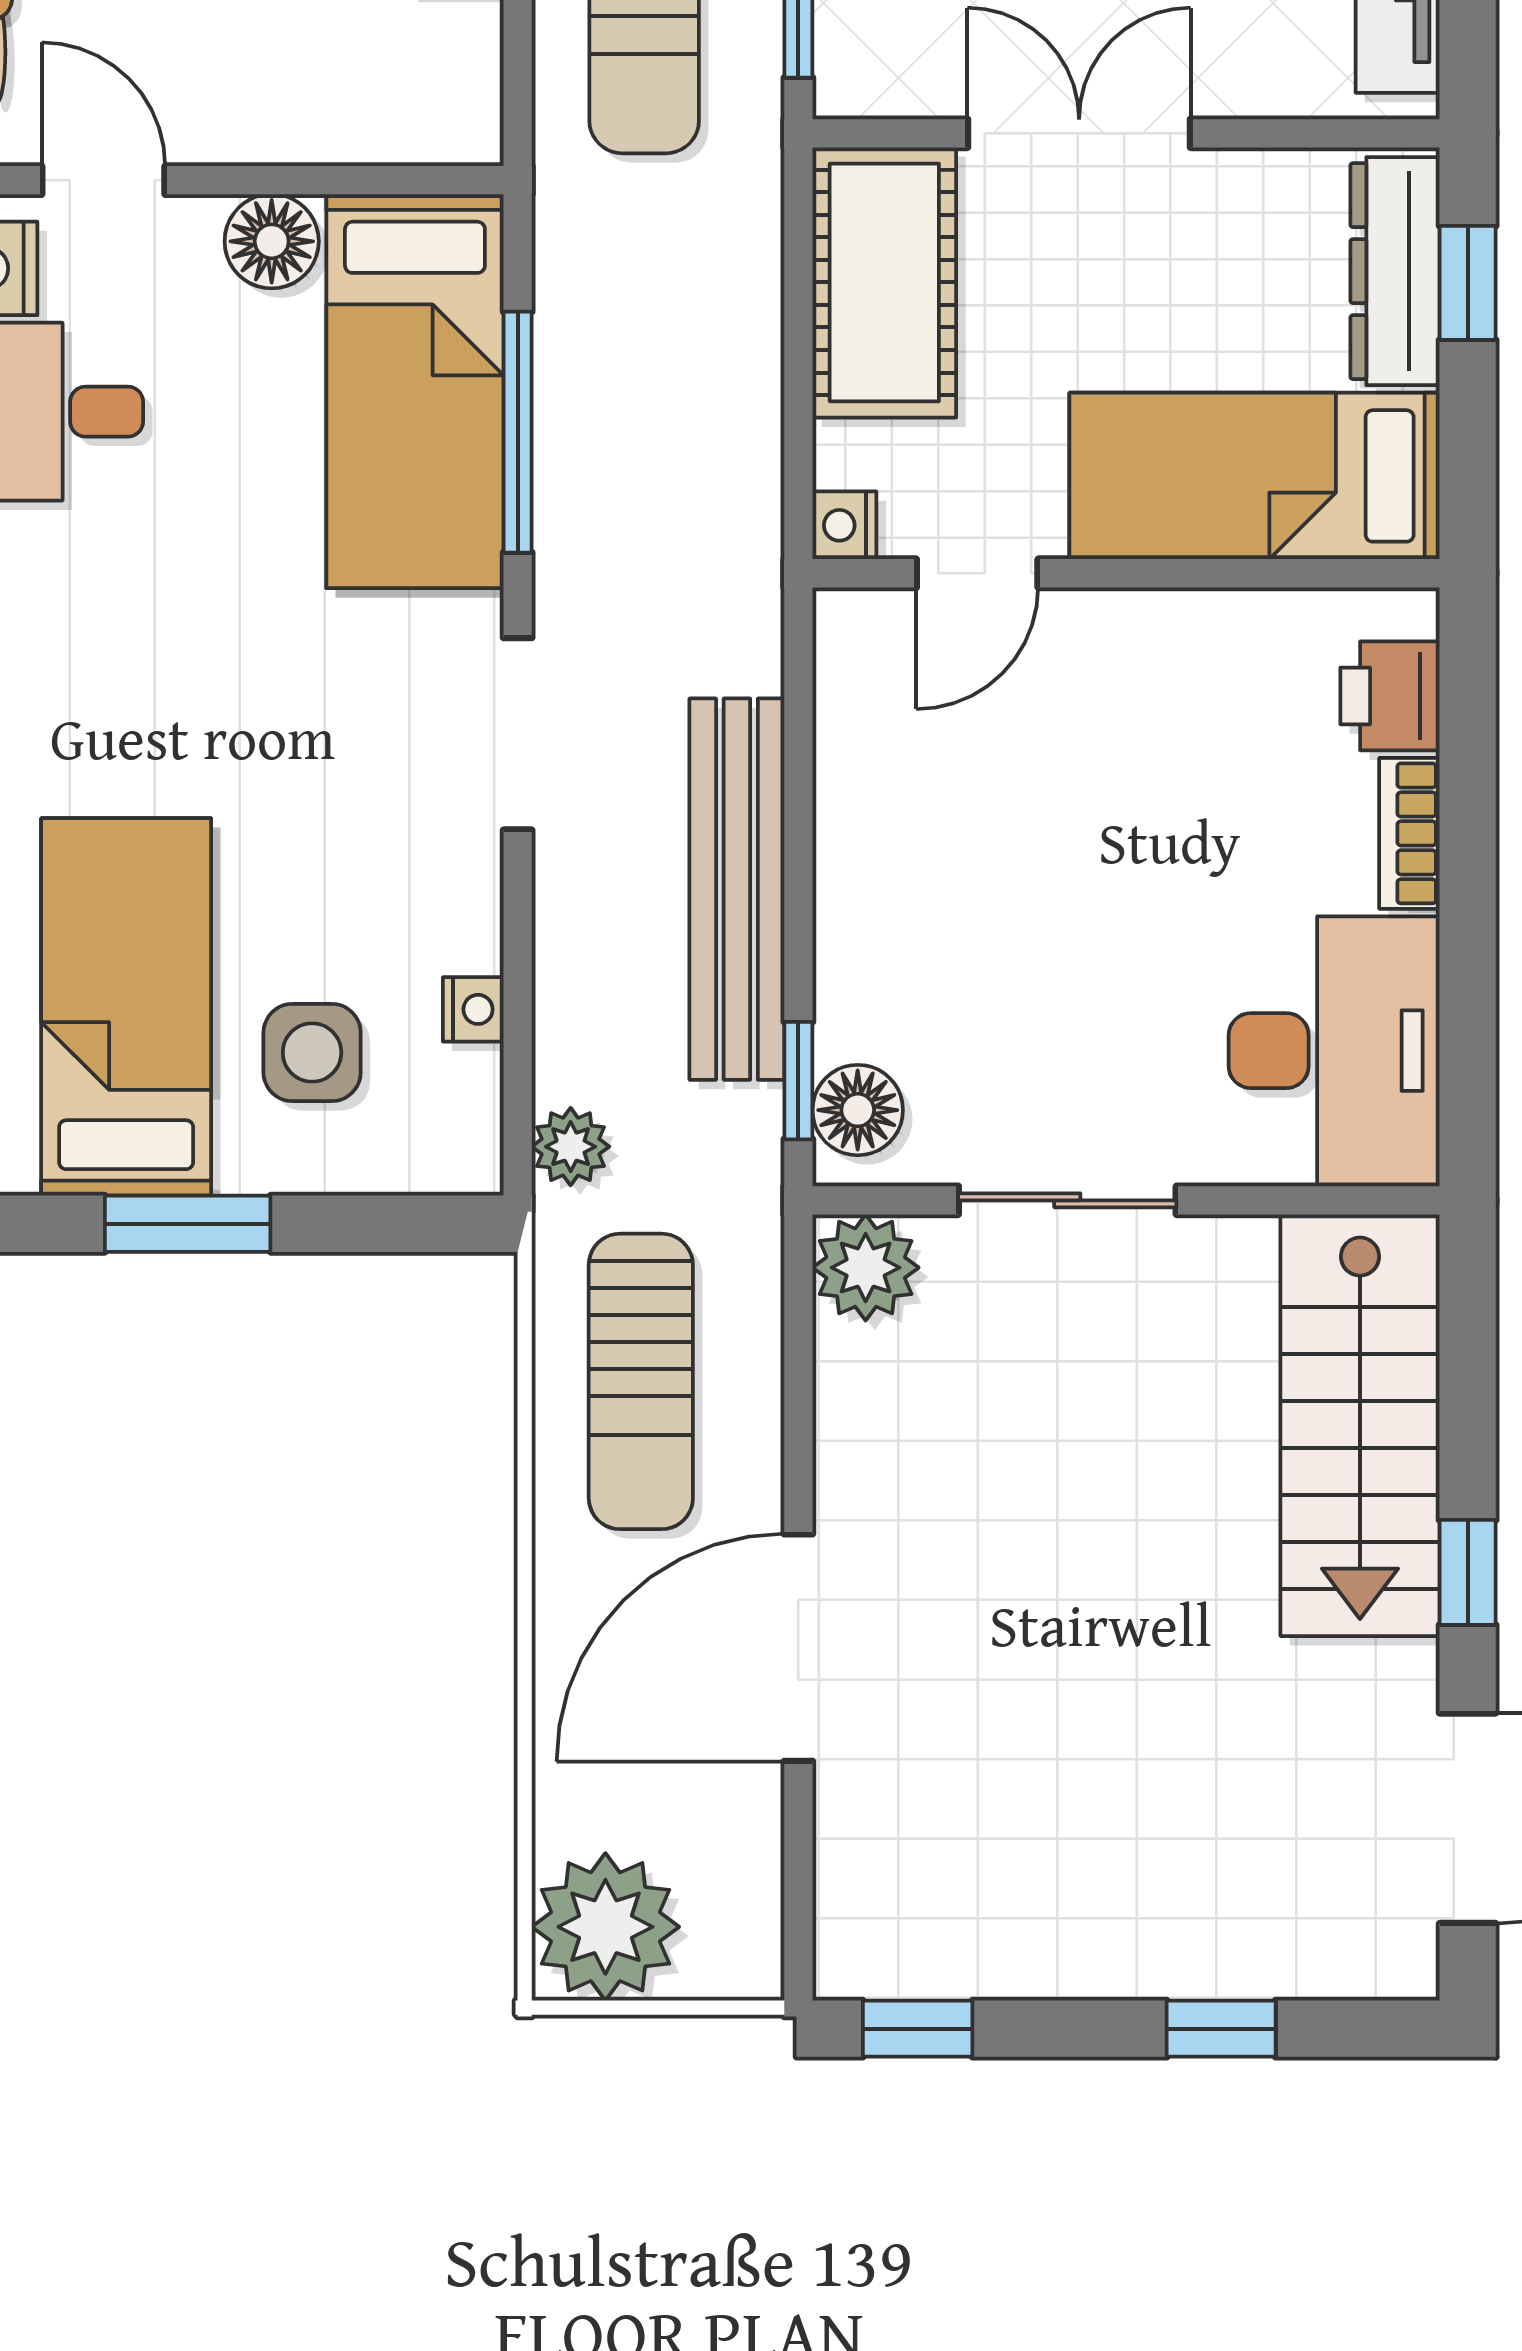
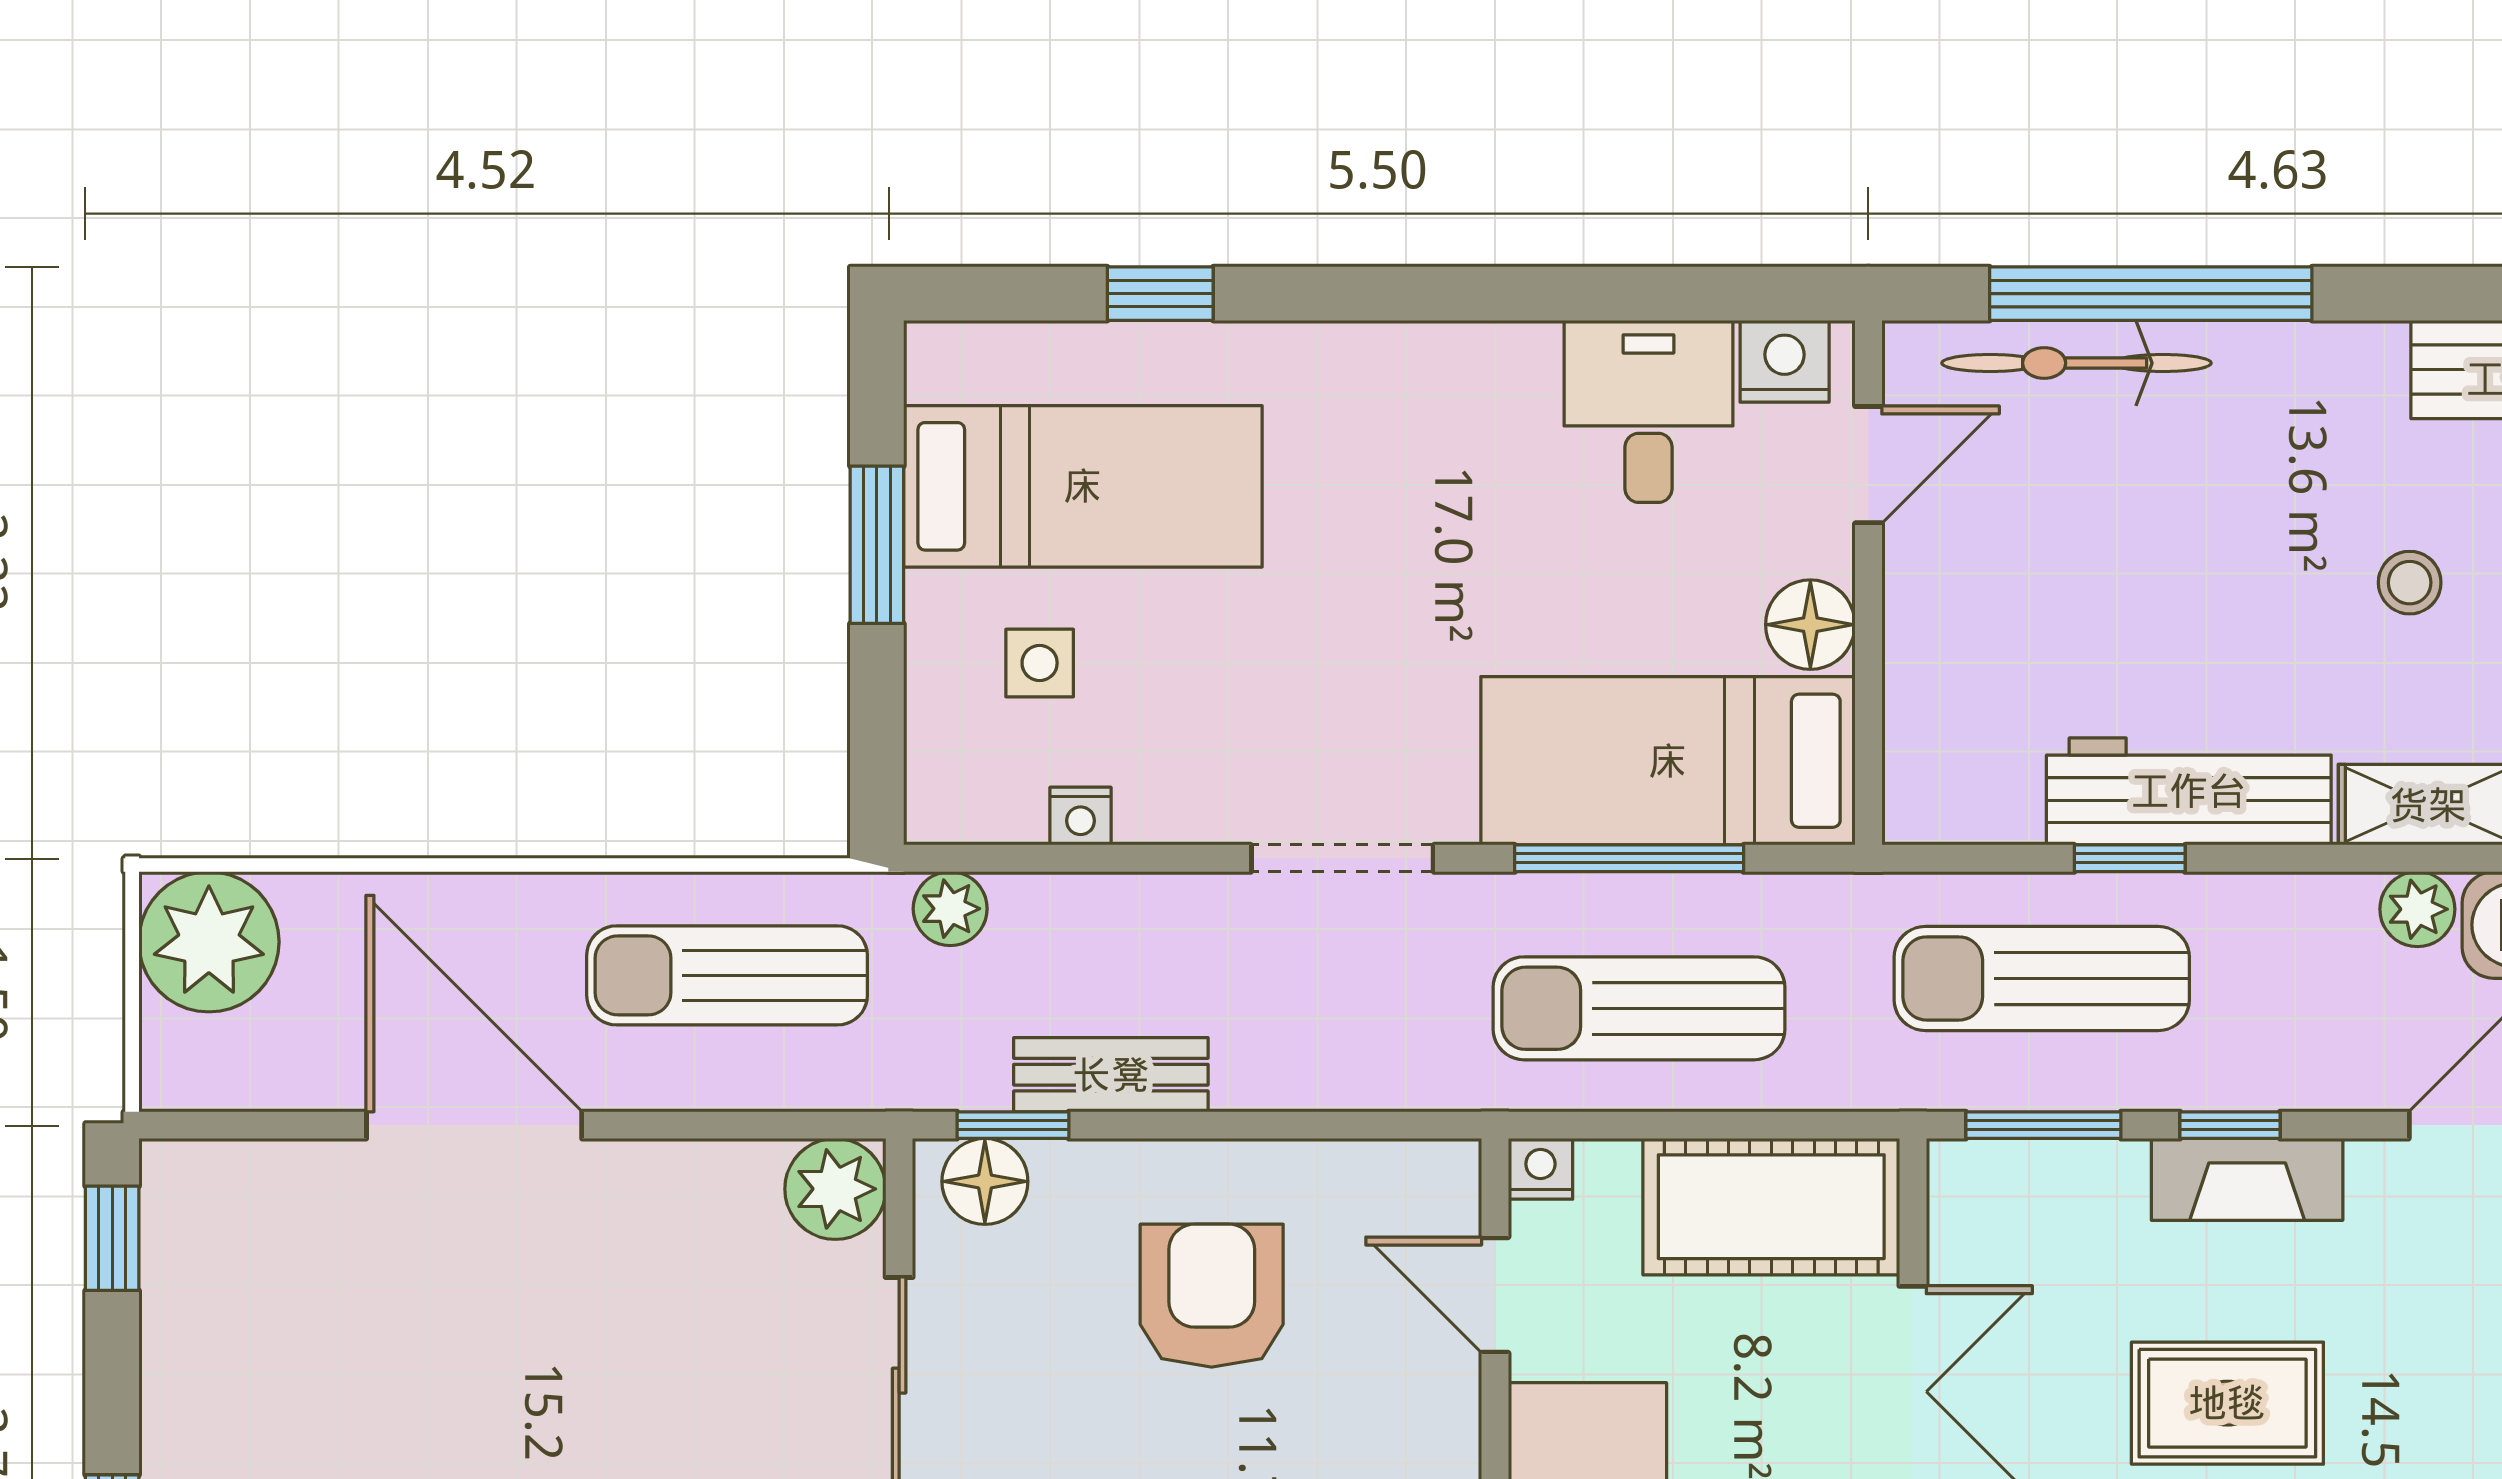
sun lounger: (675, 422) -> (1639, 1008), added
armchair: (978, 871) -> (1212, 1296), added
bench: (737, 889) -> (1111, 1075), width x0.54, depth x0.82
side table: (312, 1053) -> (1040, 663), width x0.73, depth x0.73

